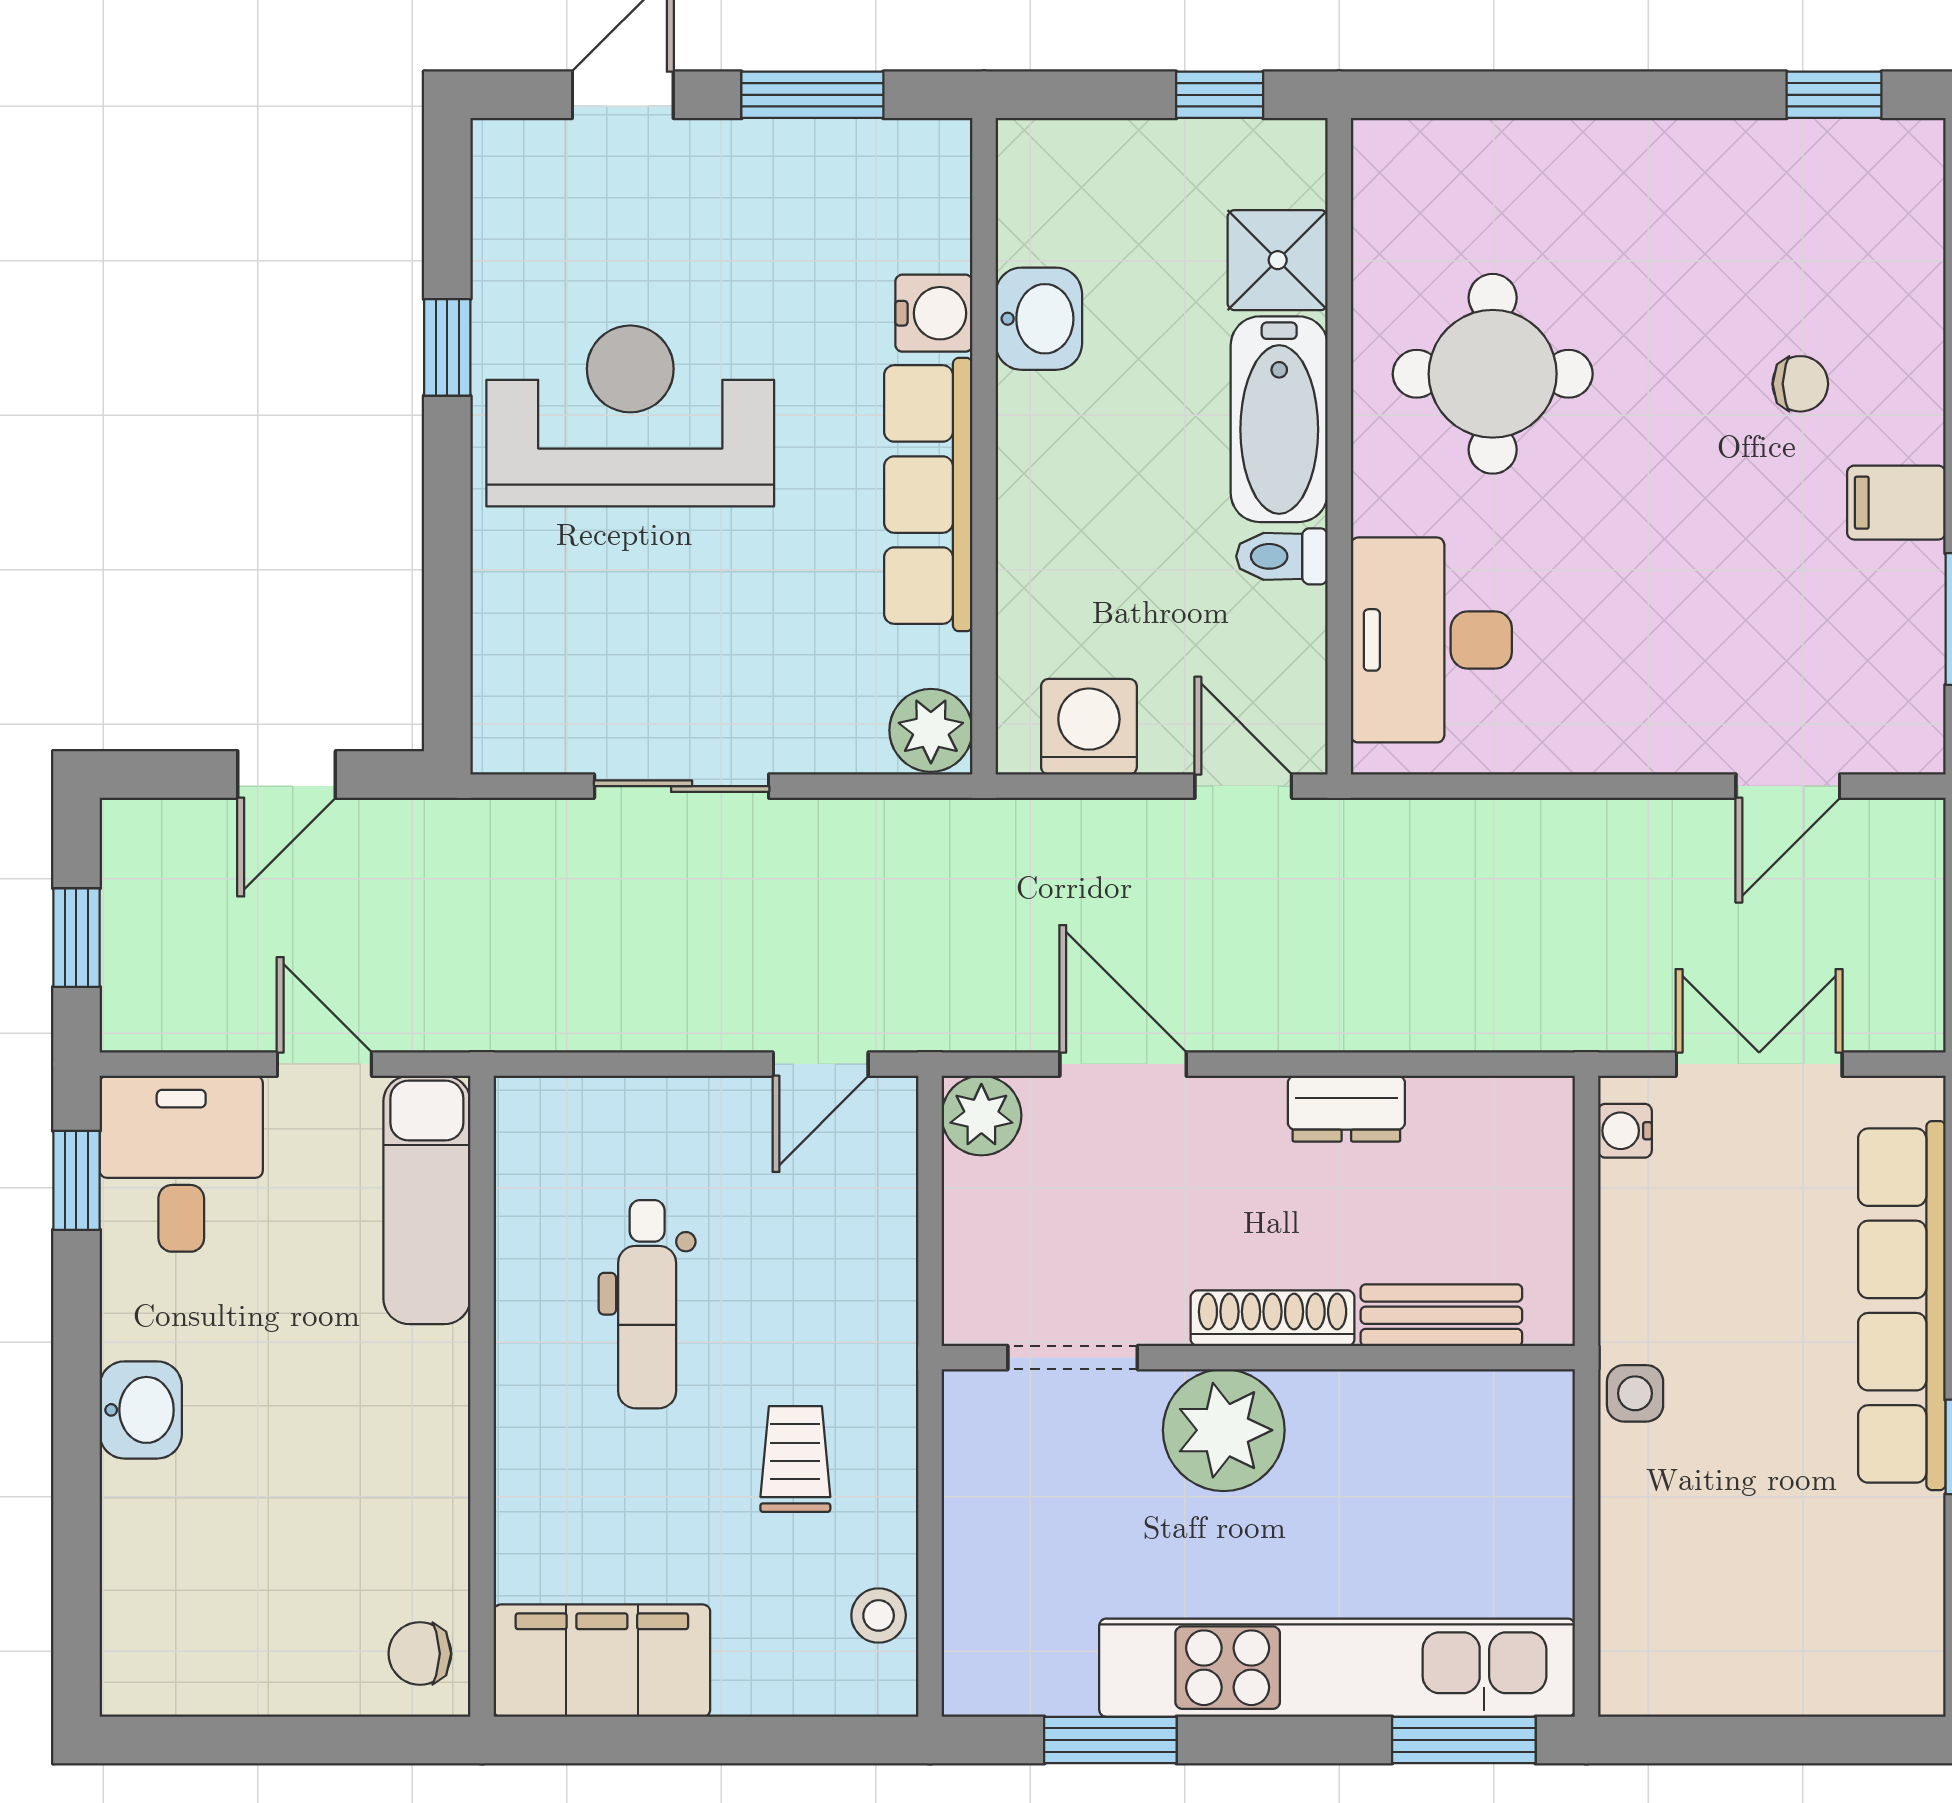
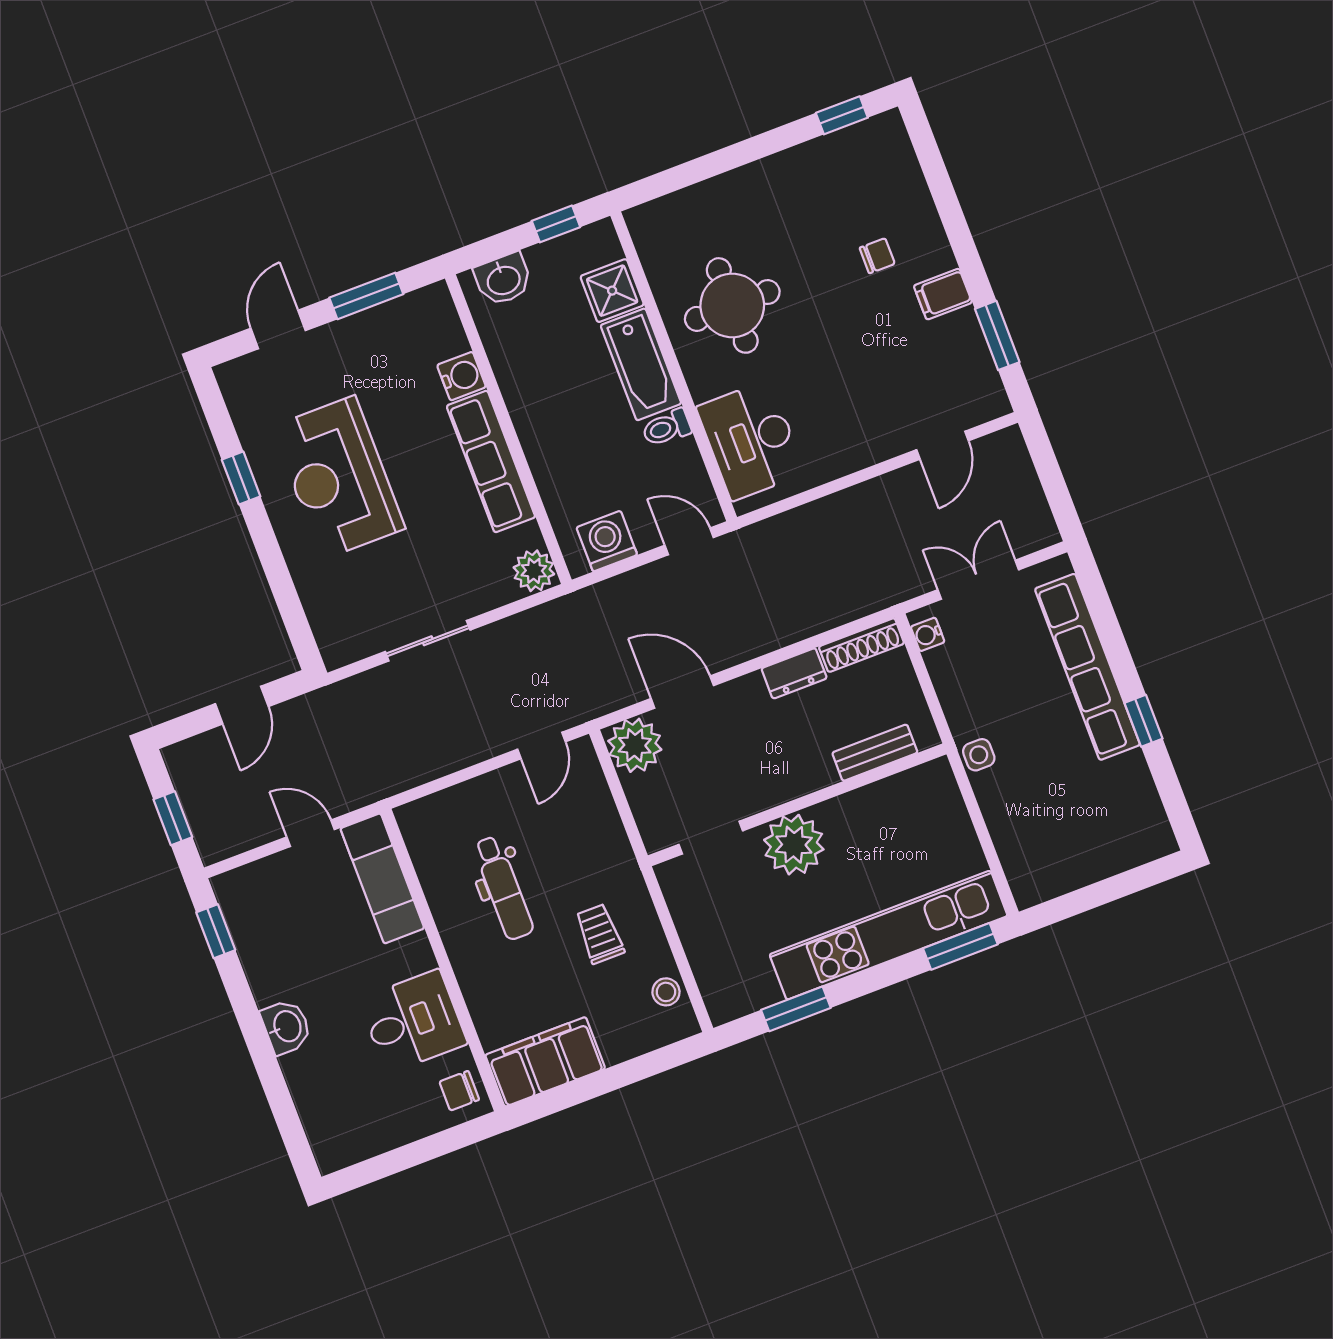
washbasin: (1039, 319) -> (503, 279), moved, turned 90
reception desk: (630, 416) -> (338, 478), turned -90
plant: (981, 1116) -> (635, 745), width x1.36, depth x1.36
desk: (181, 1164) -> (413, 1021), moved, turned 90
shoe rack: (1273, 1318) -> (861, 645), moved, turned 180

